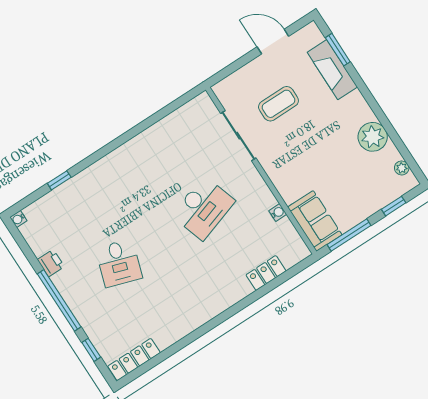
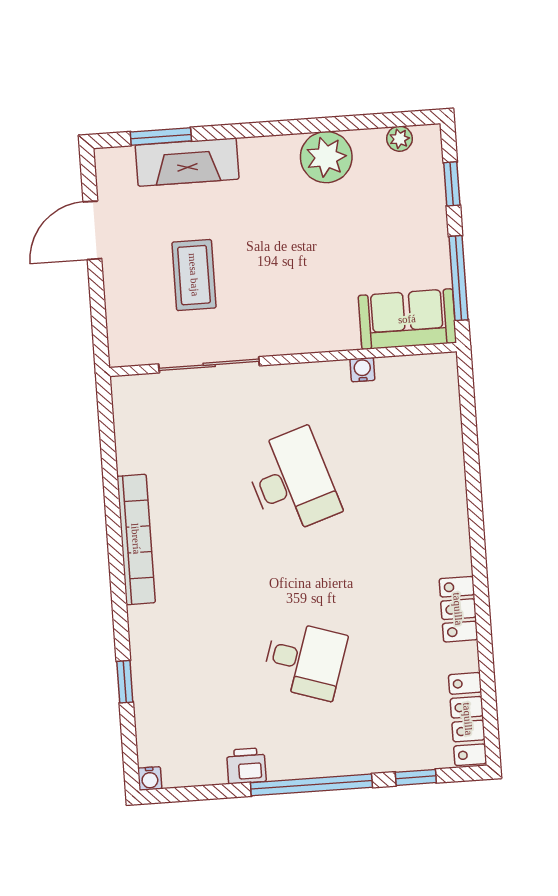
bookcase: (132, 147) -> (136, 539), added
locker: (266, 273) -> (458, 609), moved

